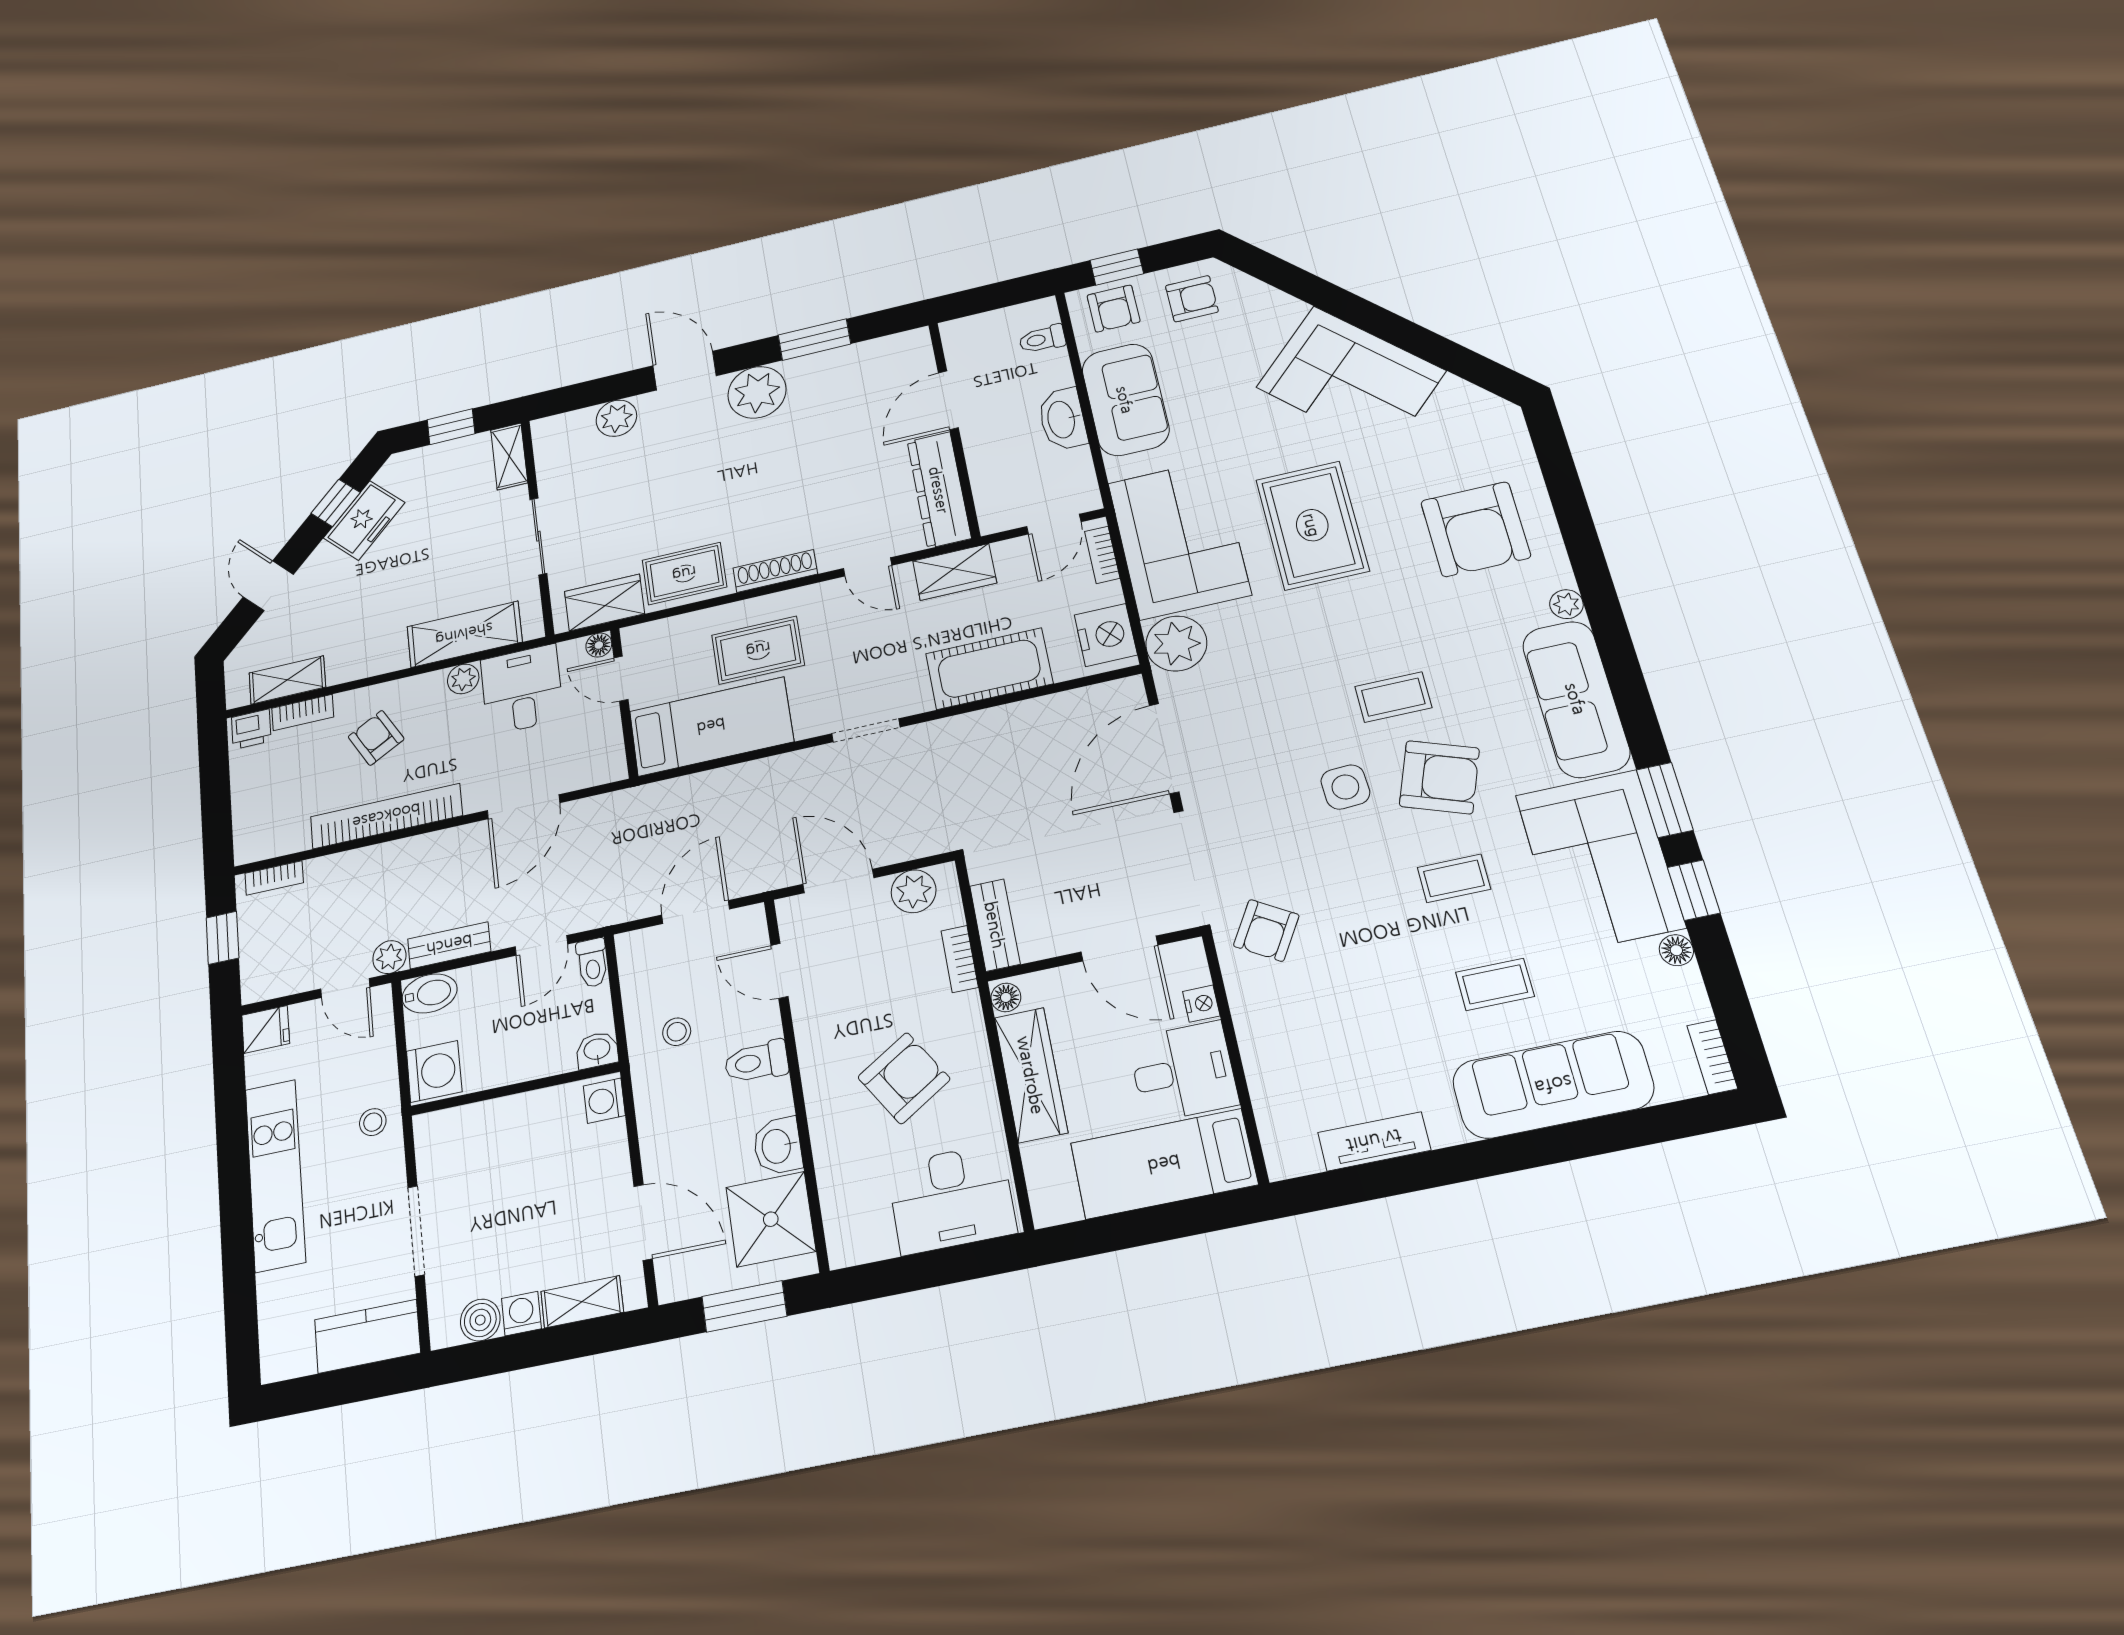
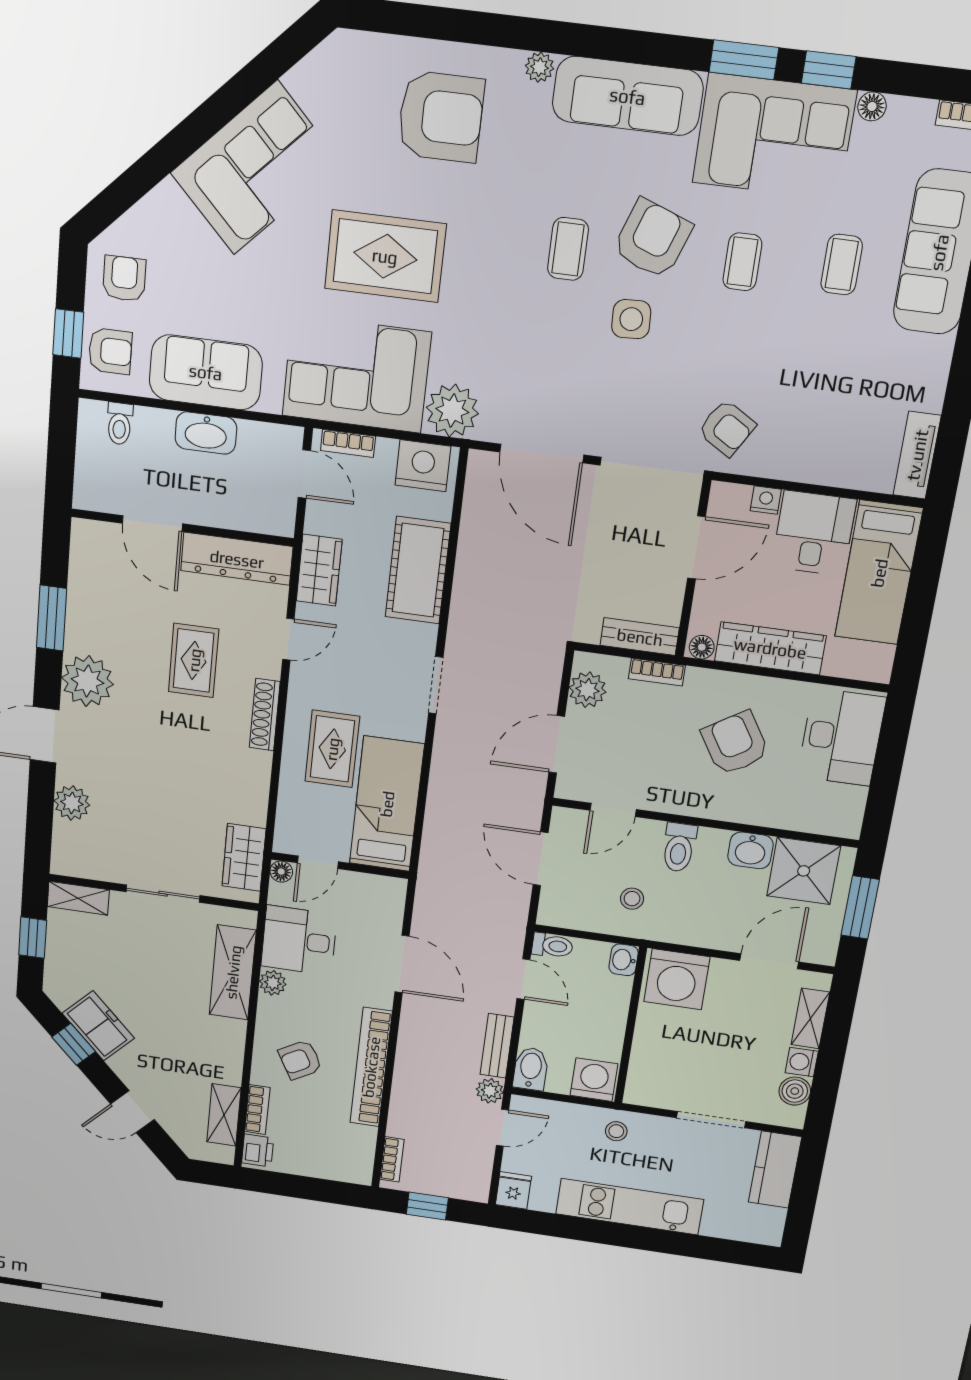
rug: (684, 574) -> (194, 660), moved
washing machine: (604, 1101) -> (677, 979), width x1.89, depth x1.89
tv unit: (1374, 1141) -> (917, 455), moved

